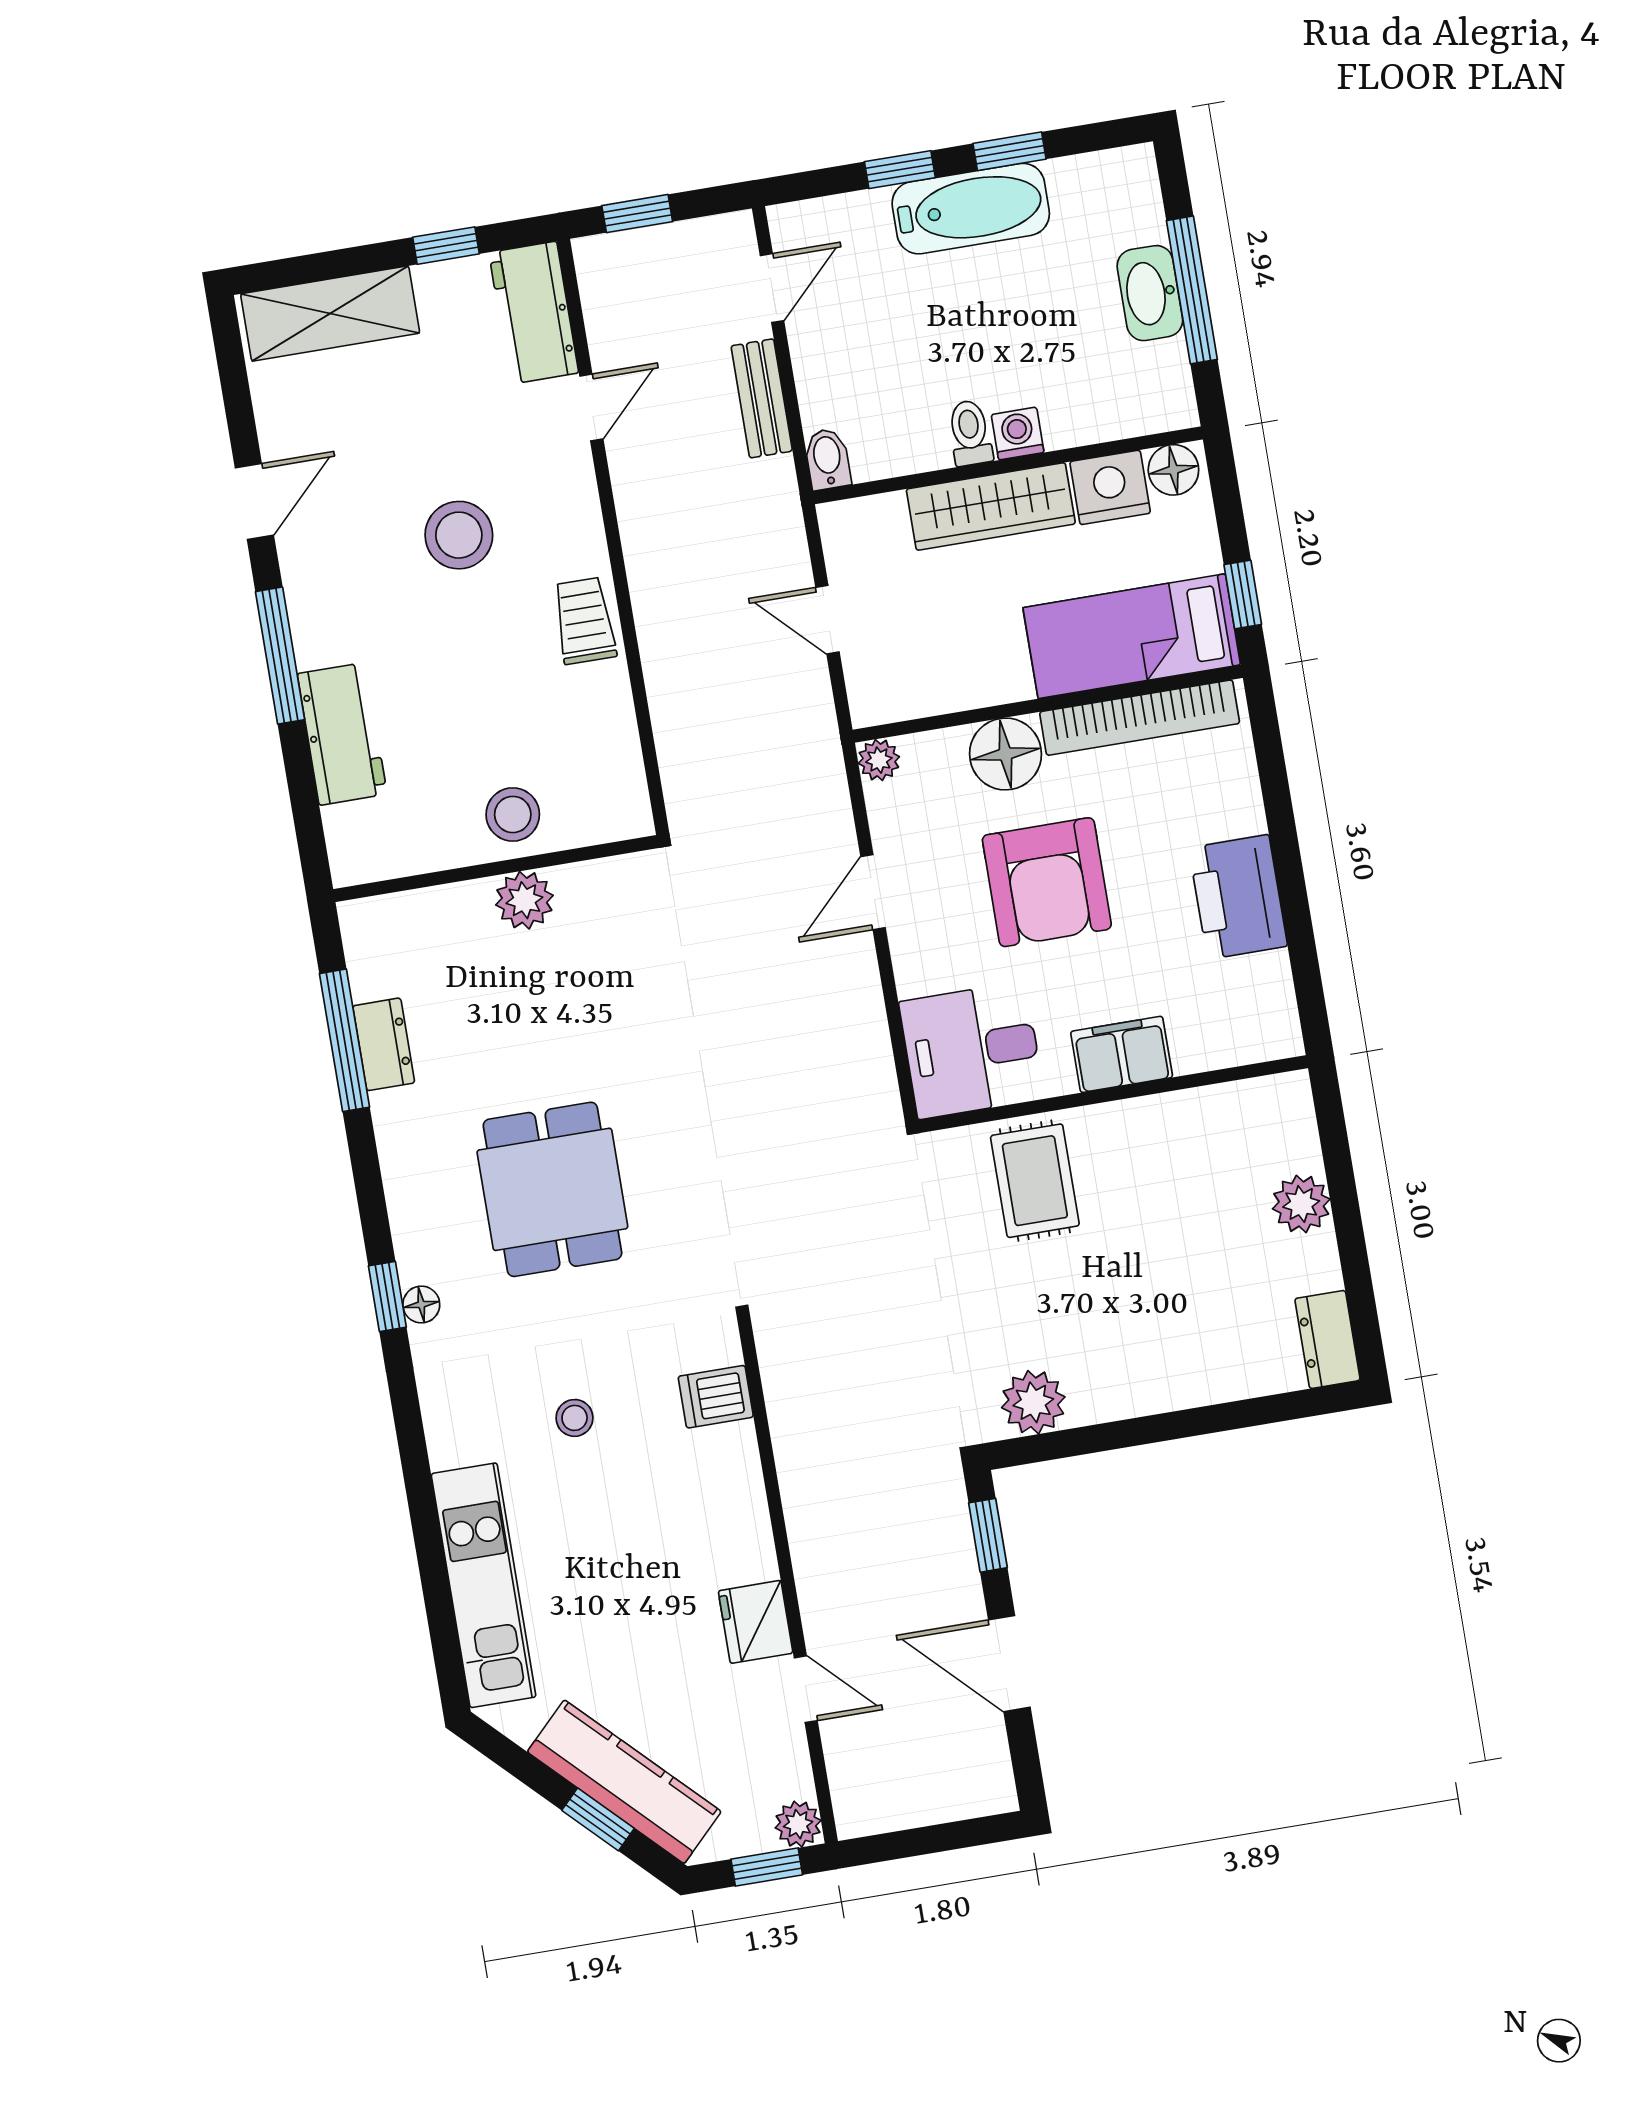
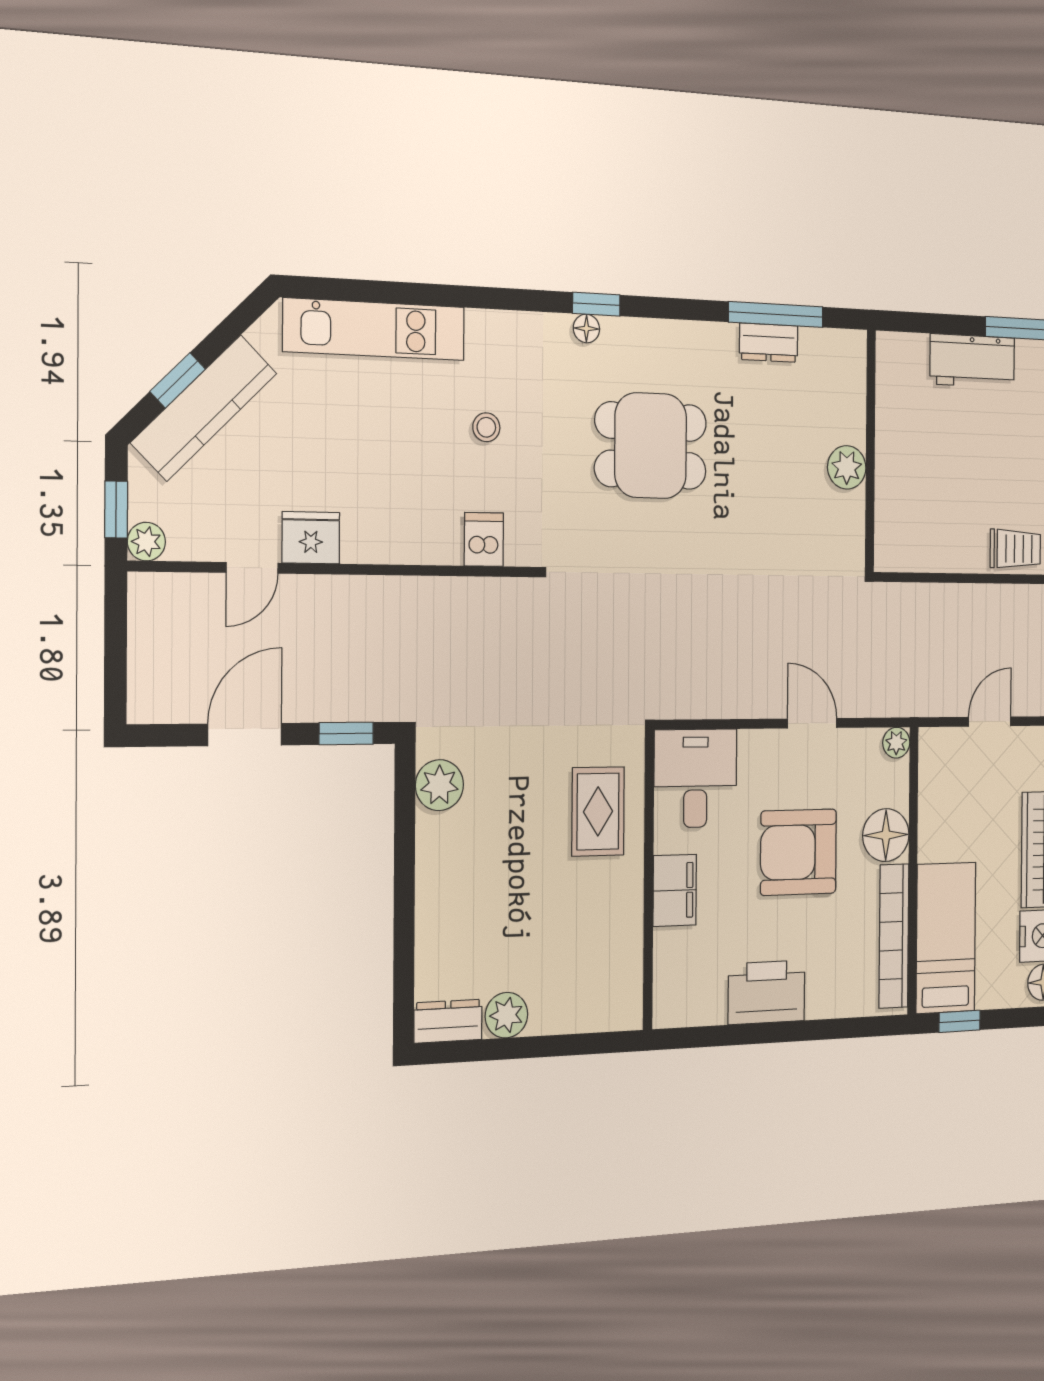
stool: (513, 814) -> (903, 471), removed
rug: (1035, 1181) -> (598, 811), turned 90
plant: (1301, 1204) -> (506, 1015), moved

